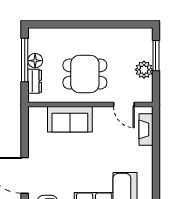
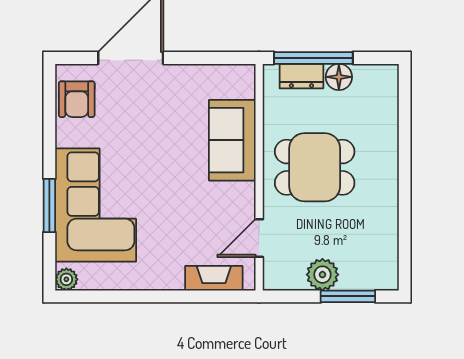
window: (25, 60) -> (313, 58), moved
dining table: (85, 74) -> (315, 167), turned 90

